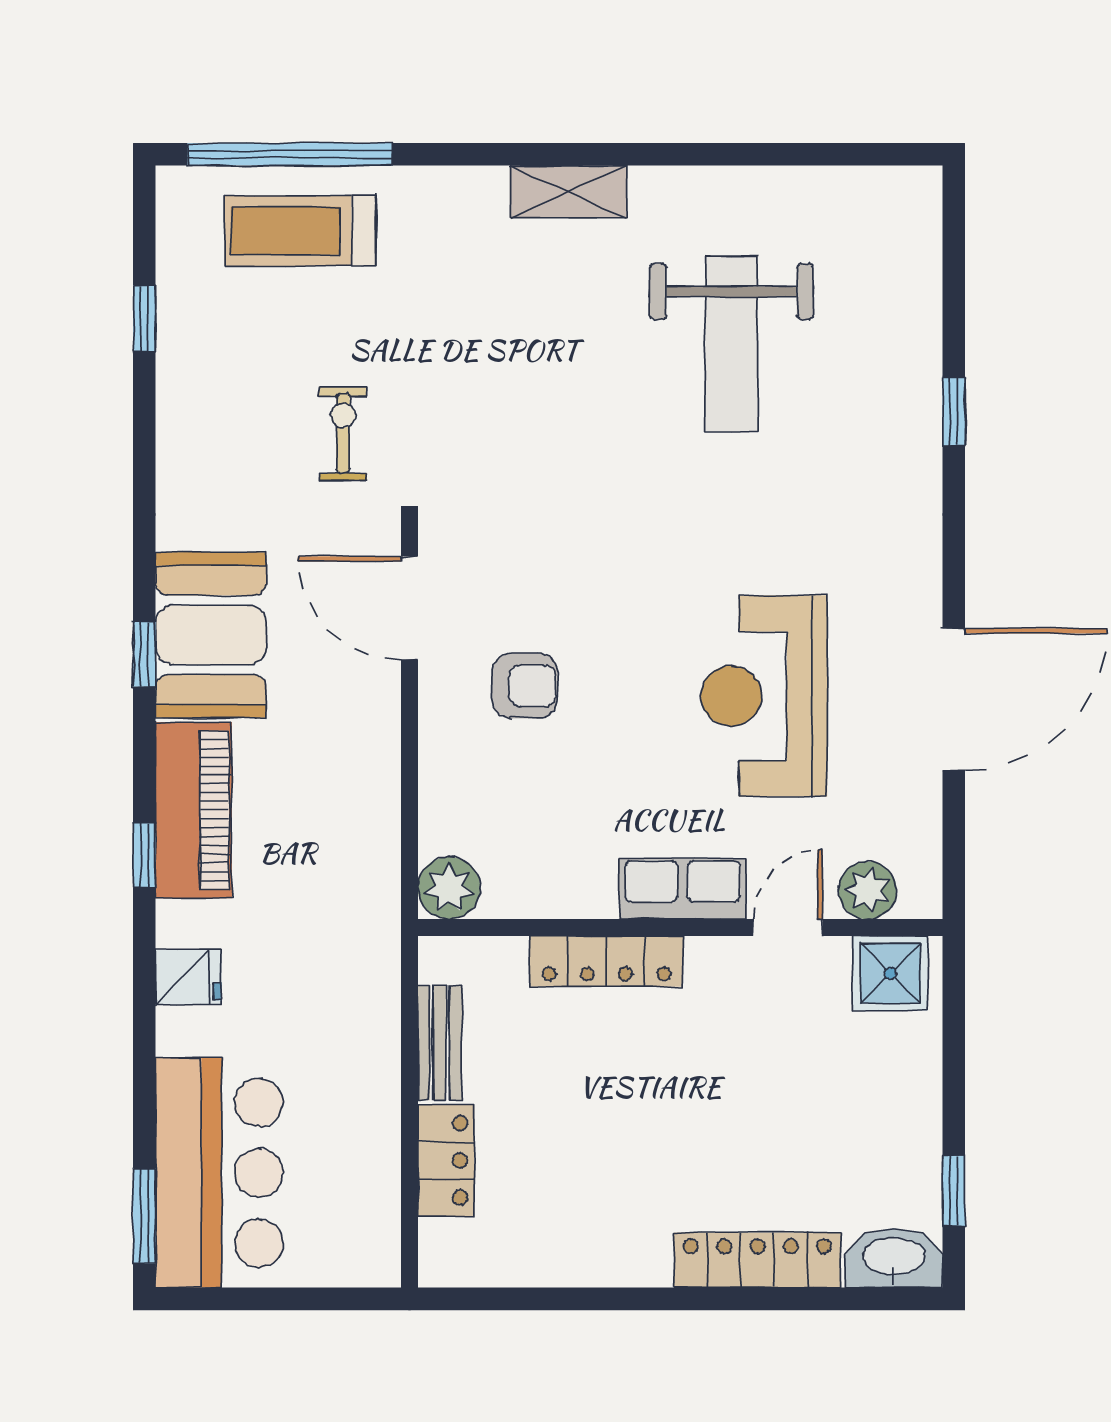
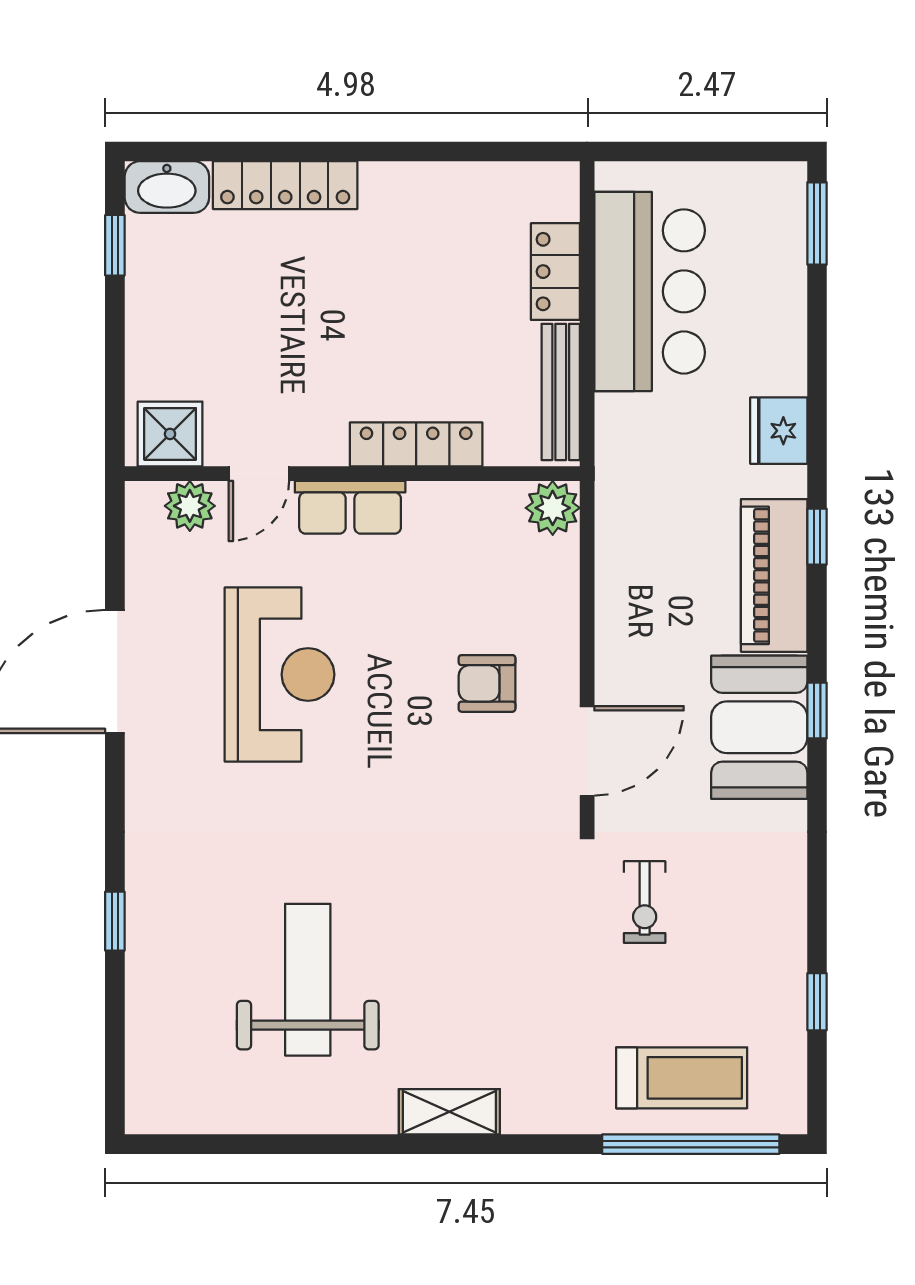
door: (409, 608) -> (587, 751), hinge flipped
fridge: (188, 977) -> (779, 431), width x1.38
bench: (440, 1043) -> (561, 392), width x1.36
bar counter: (219, 1173) -> (650, 291), moved, turned 180

